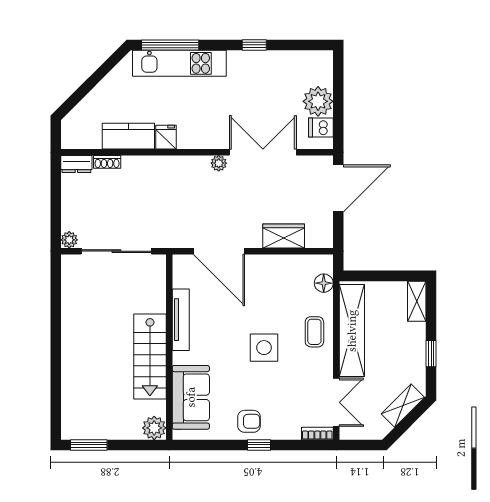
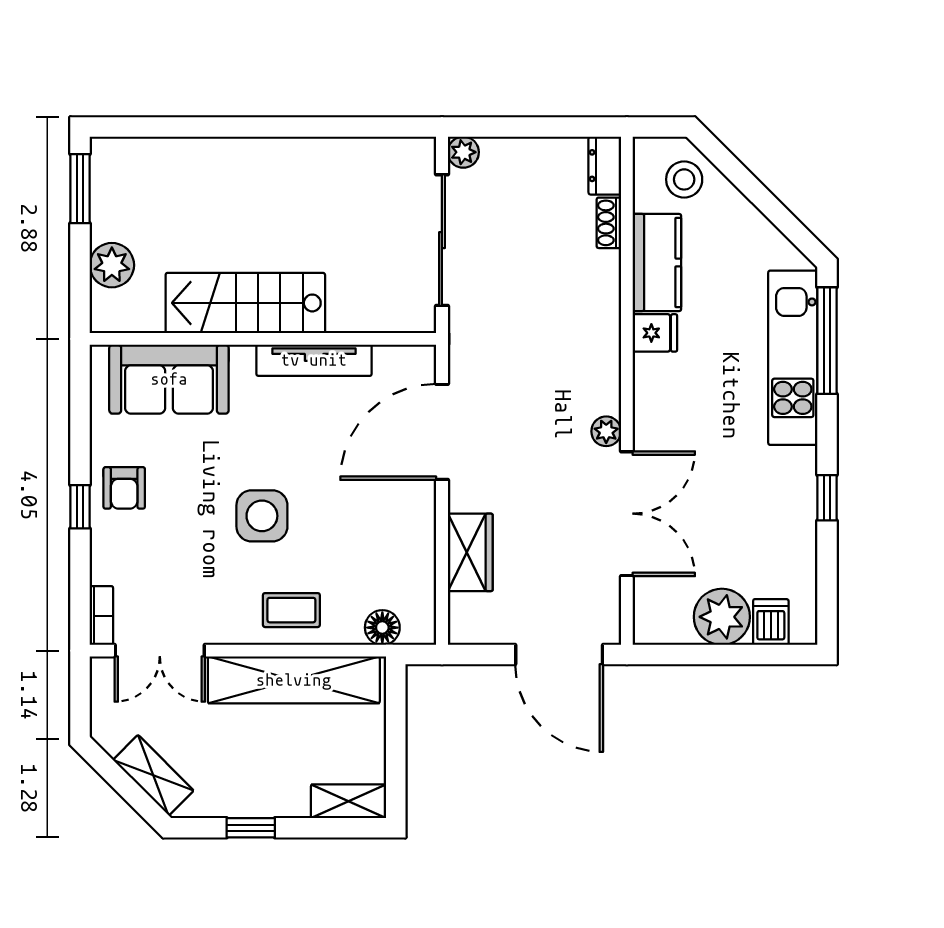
stool: (84, 122) -> (684, 179), added
dishwasher: (321, 128) -> (771, 622), moved
plant: (154, 428) -> (112, 265), moved

